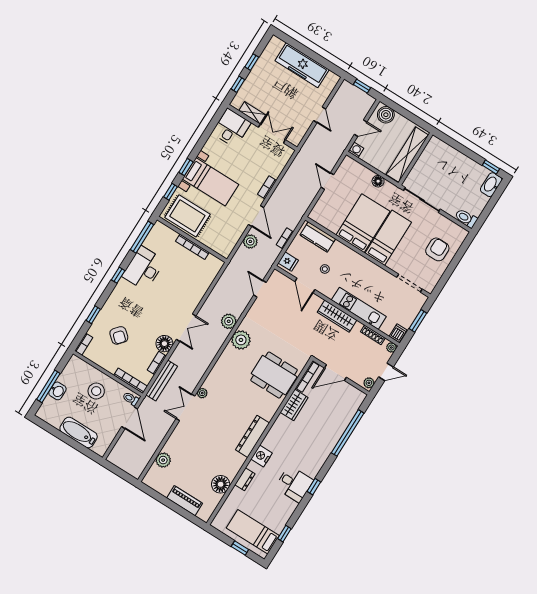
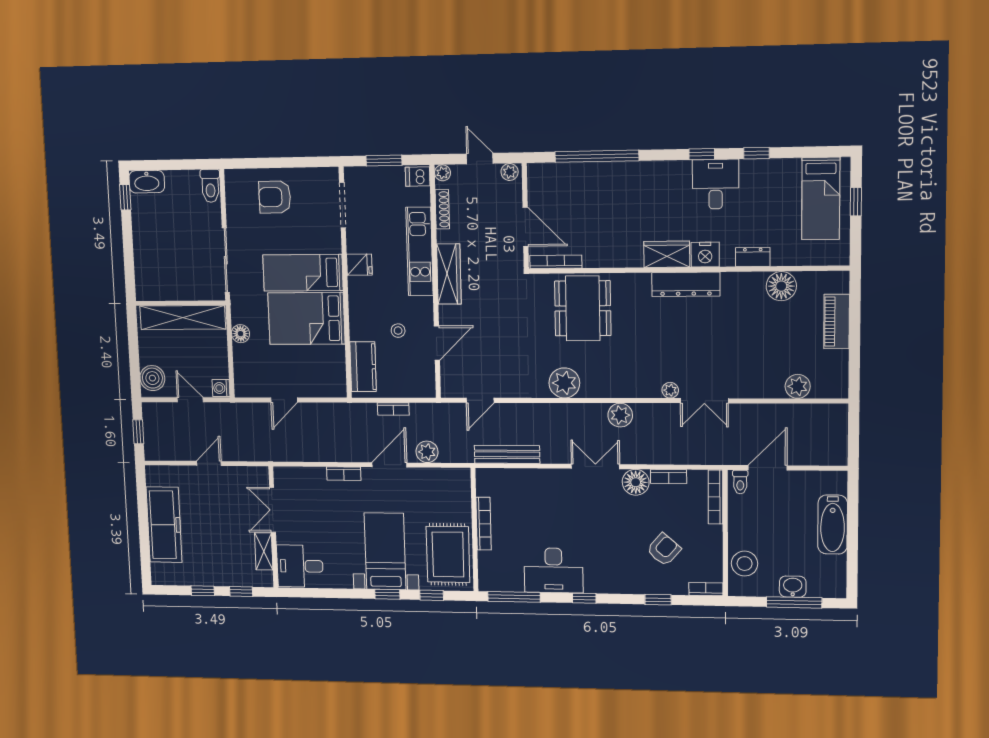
fridge: (288, 262) -> (359, 265), moved, turned 90
plant: (229, 321) -> (620, 415), moved
bench: (162, 380) -> (507, 454), moved
stool: (96, 391) -> (745, 564), moved
wardrobe: (294, 405) -> (667, 254), moved
window: (284, 534) -> (756, 153), moved

